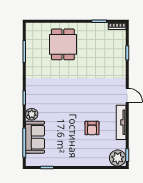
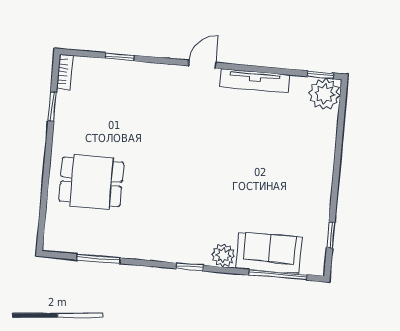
armchair: (92, 128) -> (261, 139), removed

